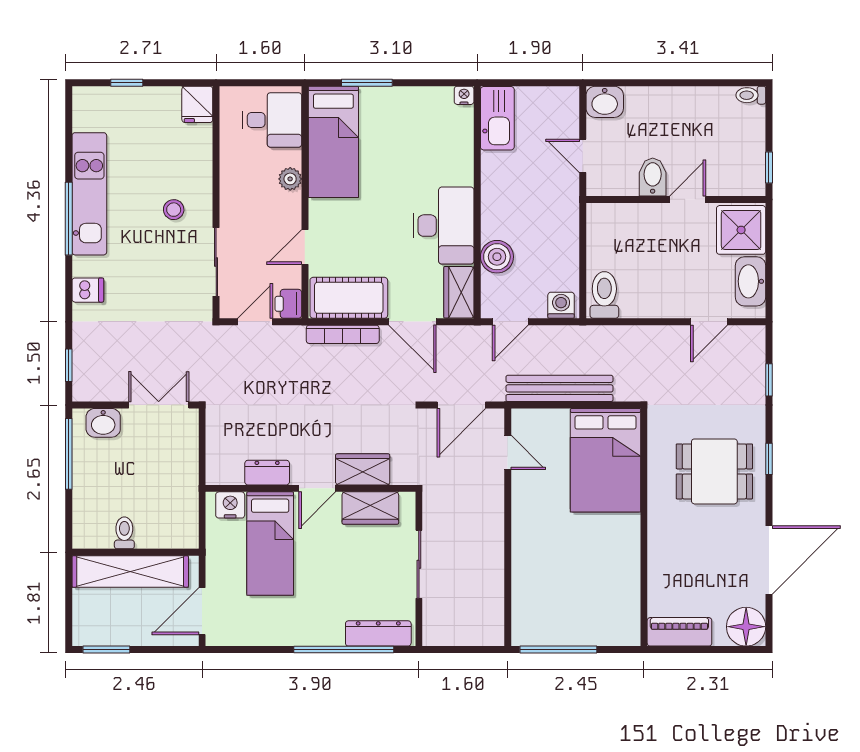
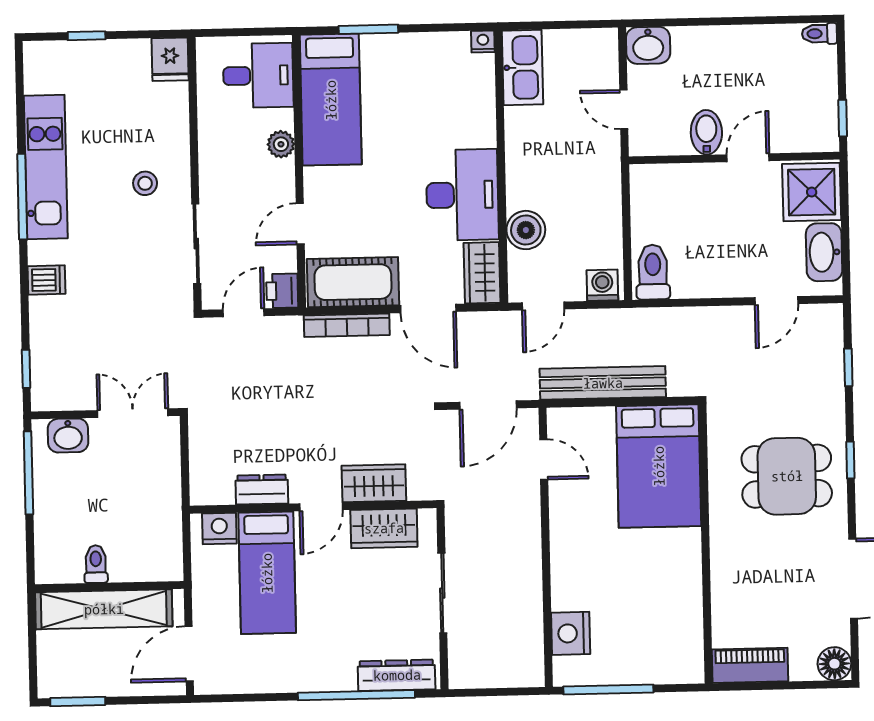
nightstand: (527, 601) -> (571, 633), added
floor lamp: (746, 627) -> (834, 664), width x0.73, depth x0.73

